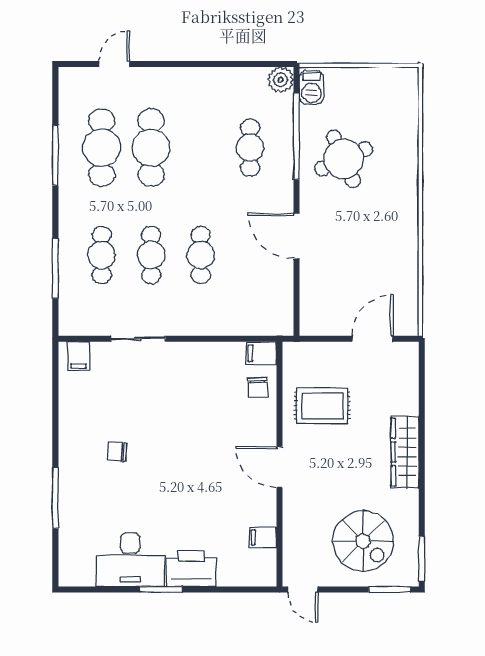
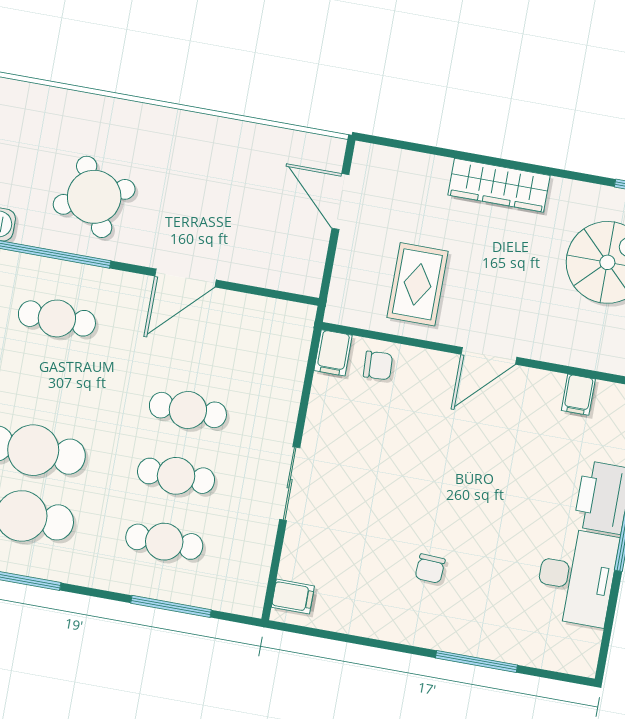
sliding door: (138, 339) -> (290, 484), moved

